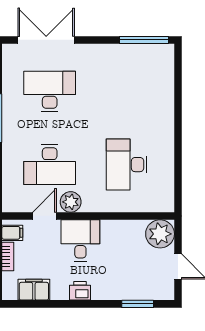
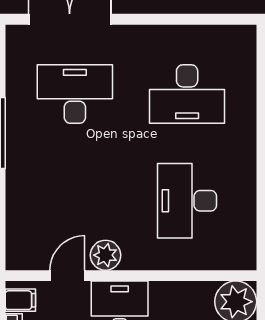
window: (144, 40) -> (212, 19), removed
desk: (50, 165) -> (187, 94), moved

